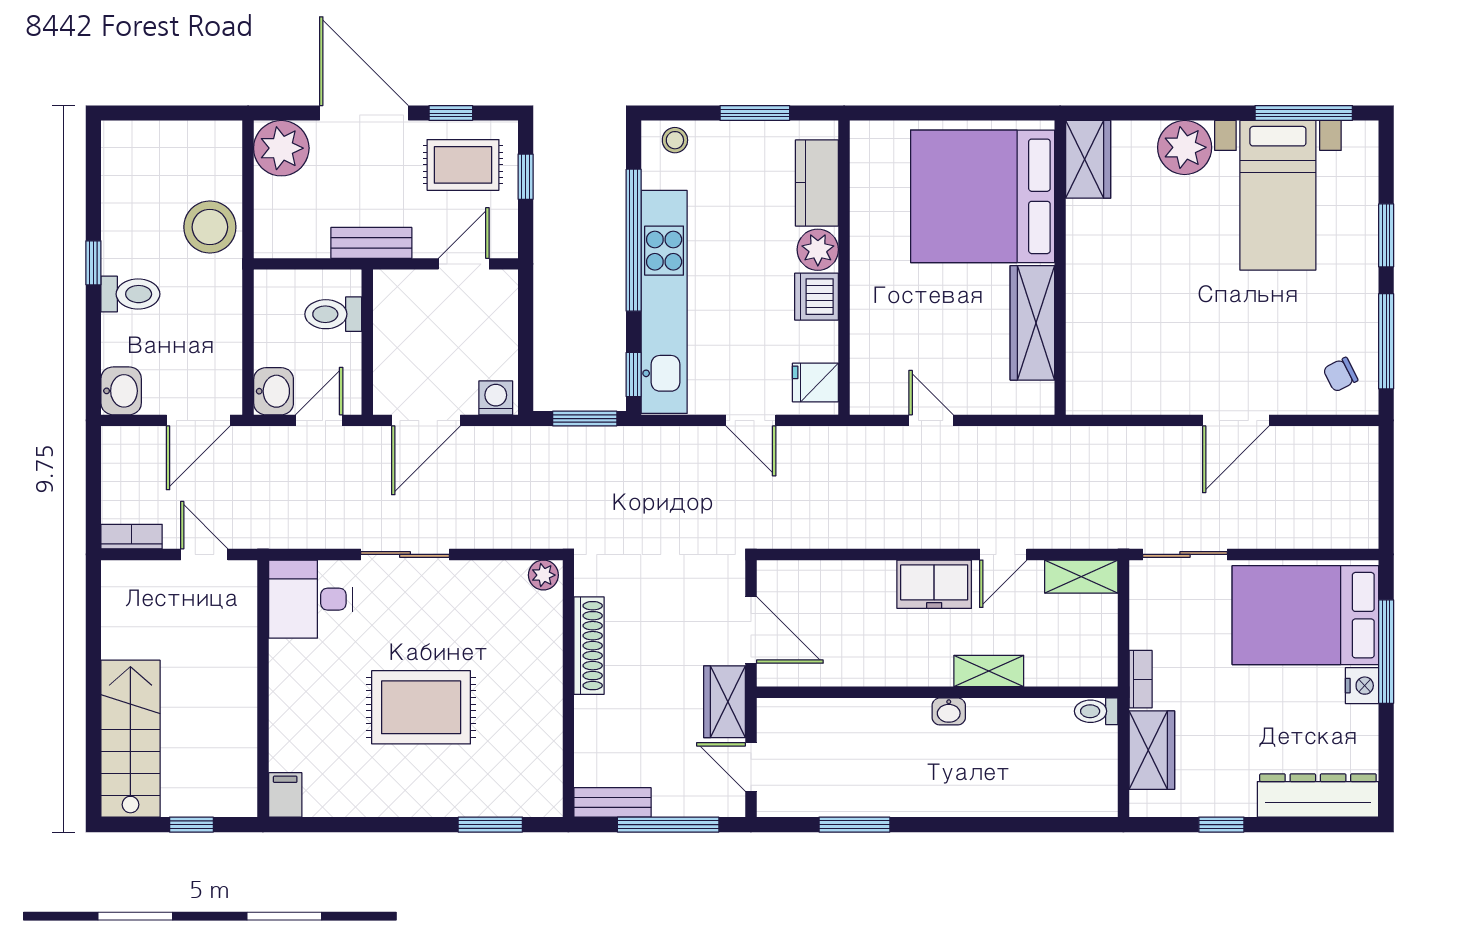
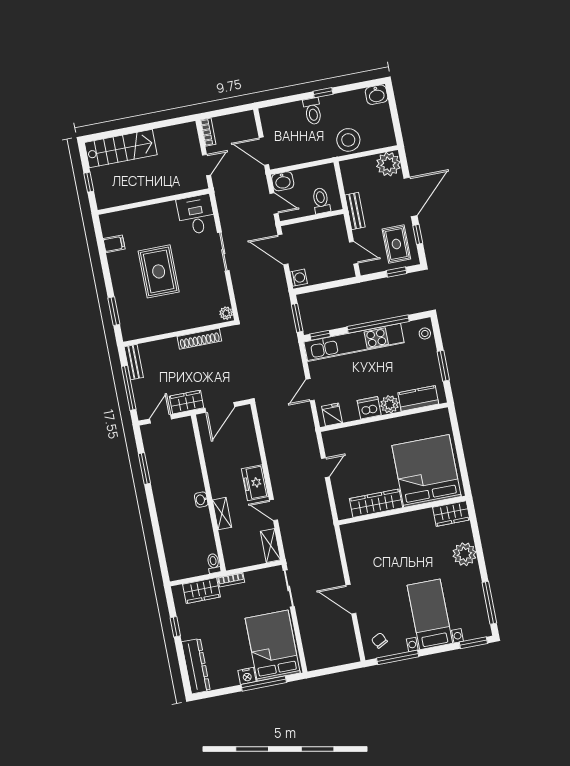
bed with nightstands: (1278, 195) -> (430, 614), moved, turned 90
window: (1386, 235) -> (473, 643), moved
washbasin: (121, 391) -> (377, 95), moved
filing cabinet: (285, 795) -> (114, 244), moved

